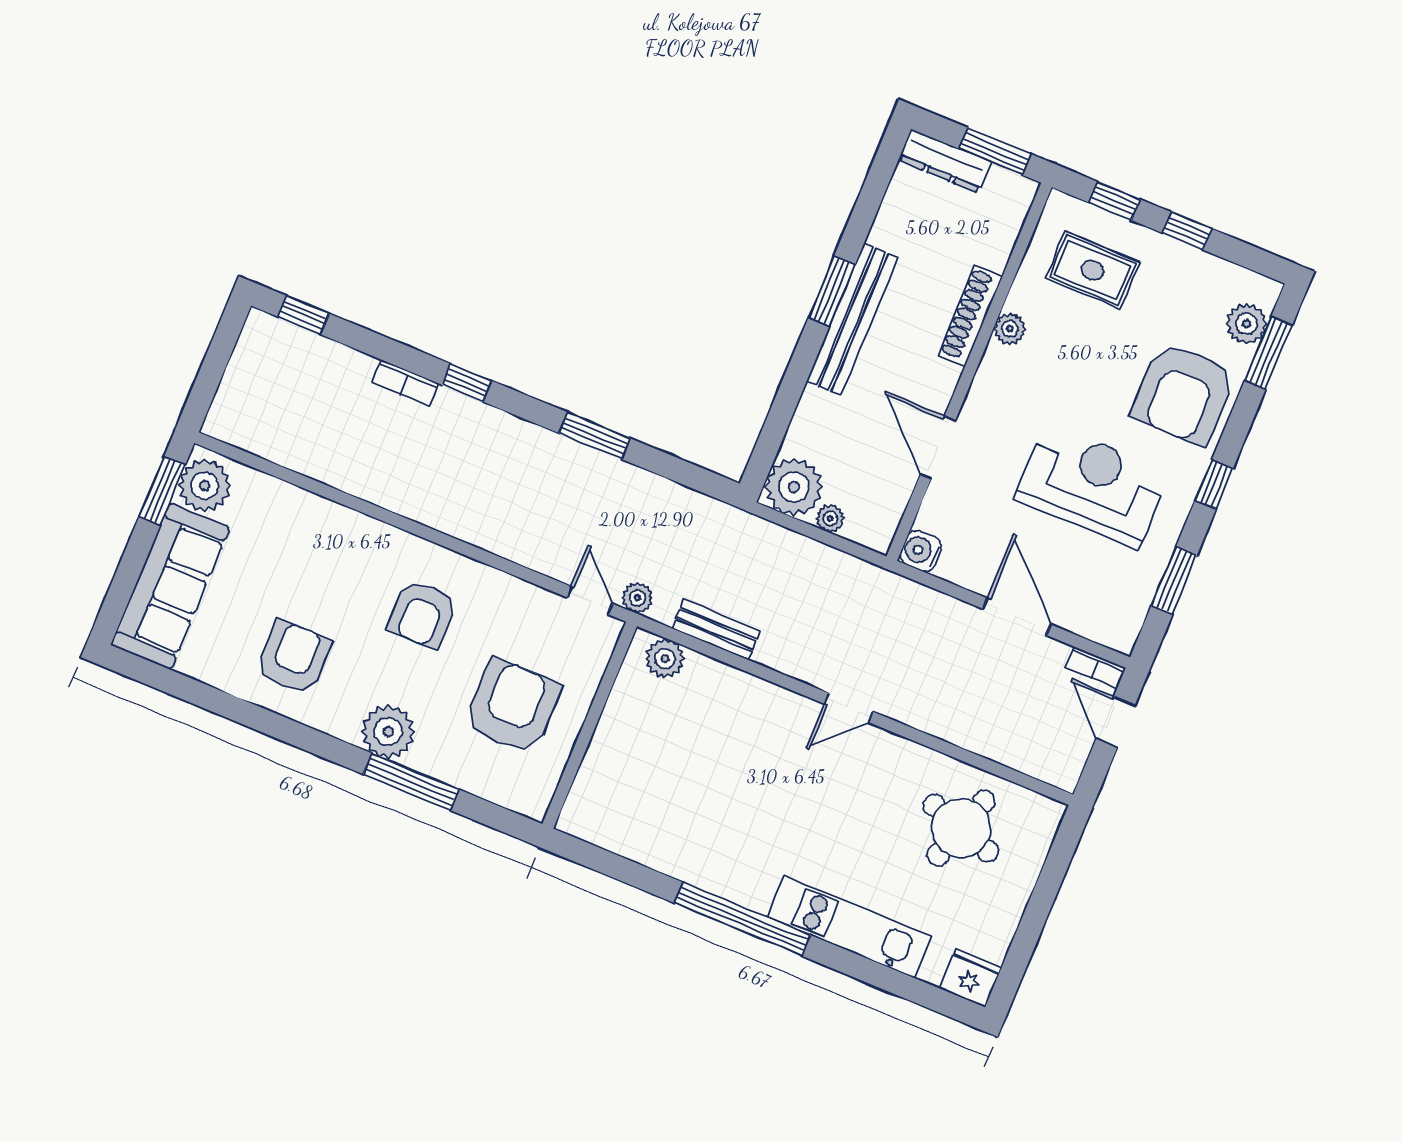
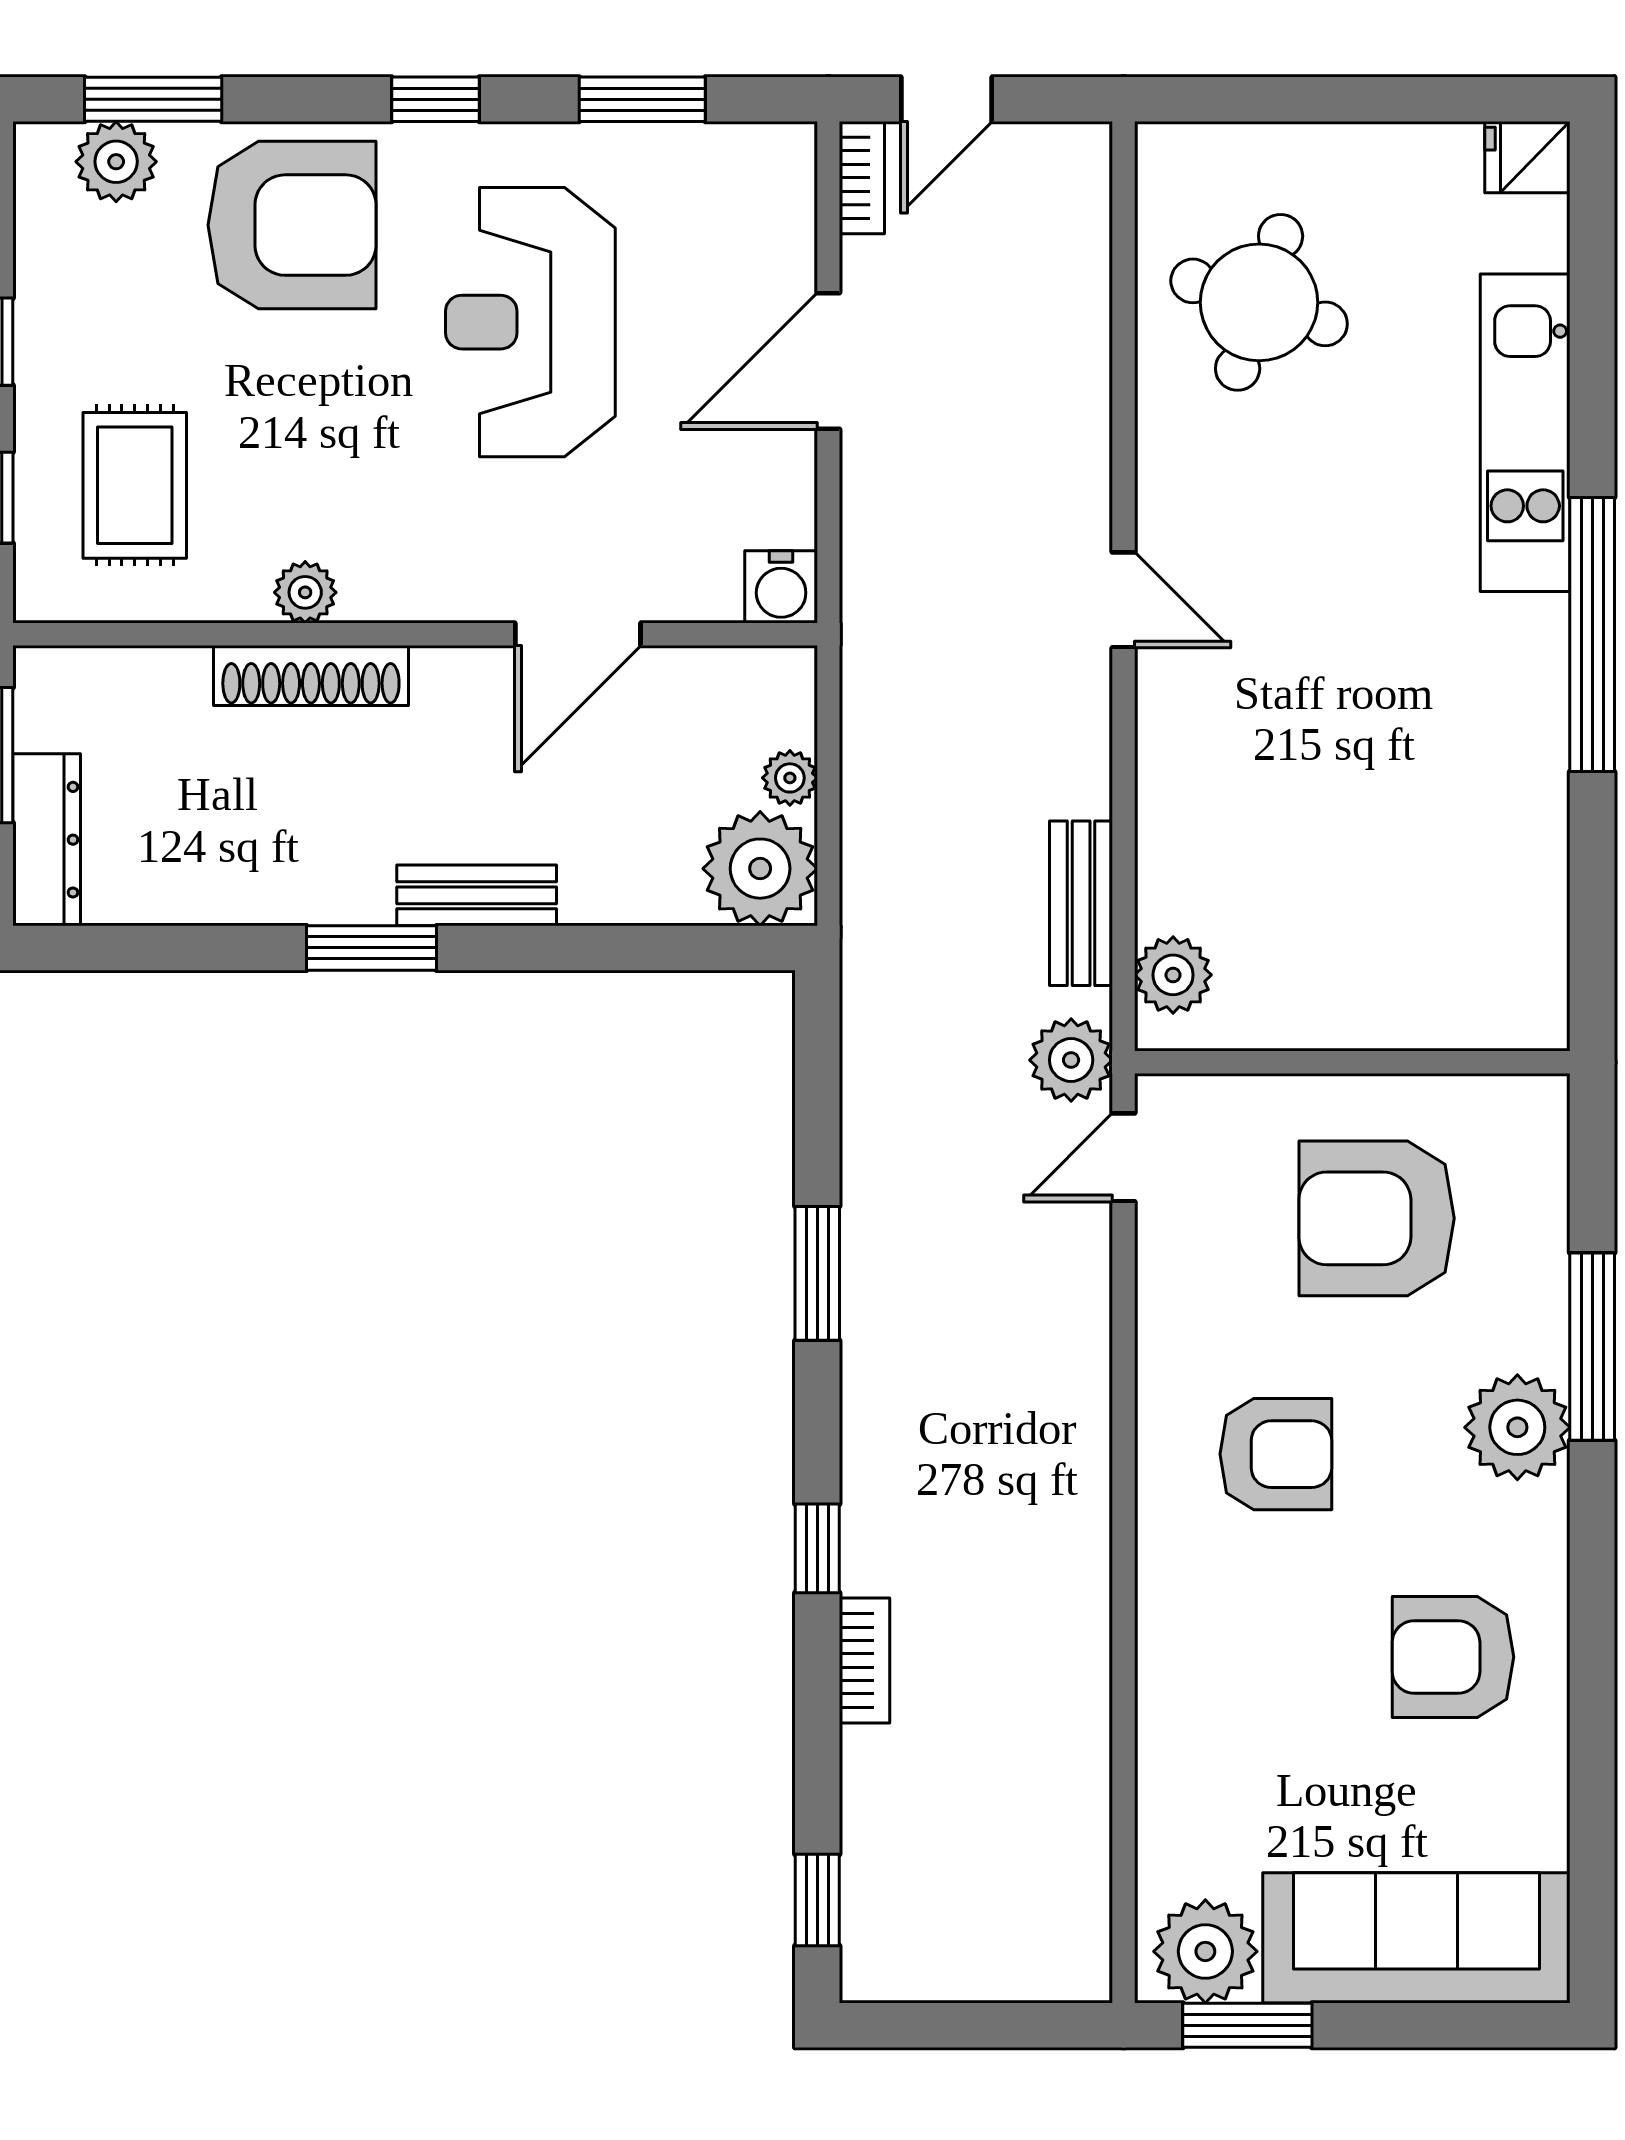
bench: (852, 319) -> (477, 895), width x0.54, depth x0.82
plant: (638, 598) -> (1071, 1060), width x1.38, depth x1.38
fridge: (970, 978) -> (1527, 157), width x0.72

